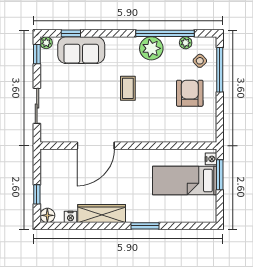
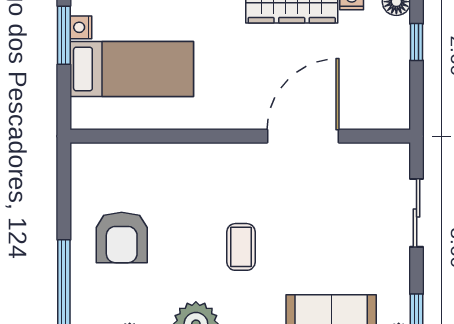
side table: (200, 61) -> (102, 300), removed
nightstand: (211, 159) -> (81, 27), moved
window: (220, 175) -> (64, 35), moved

